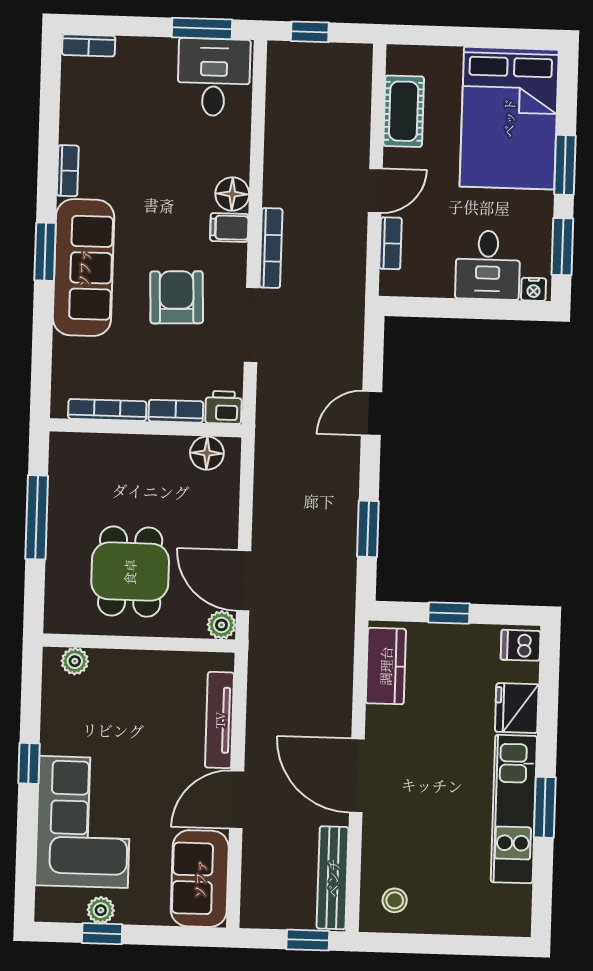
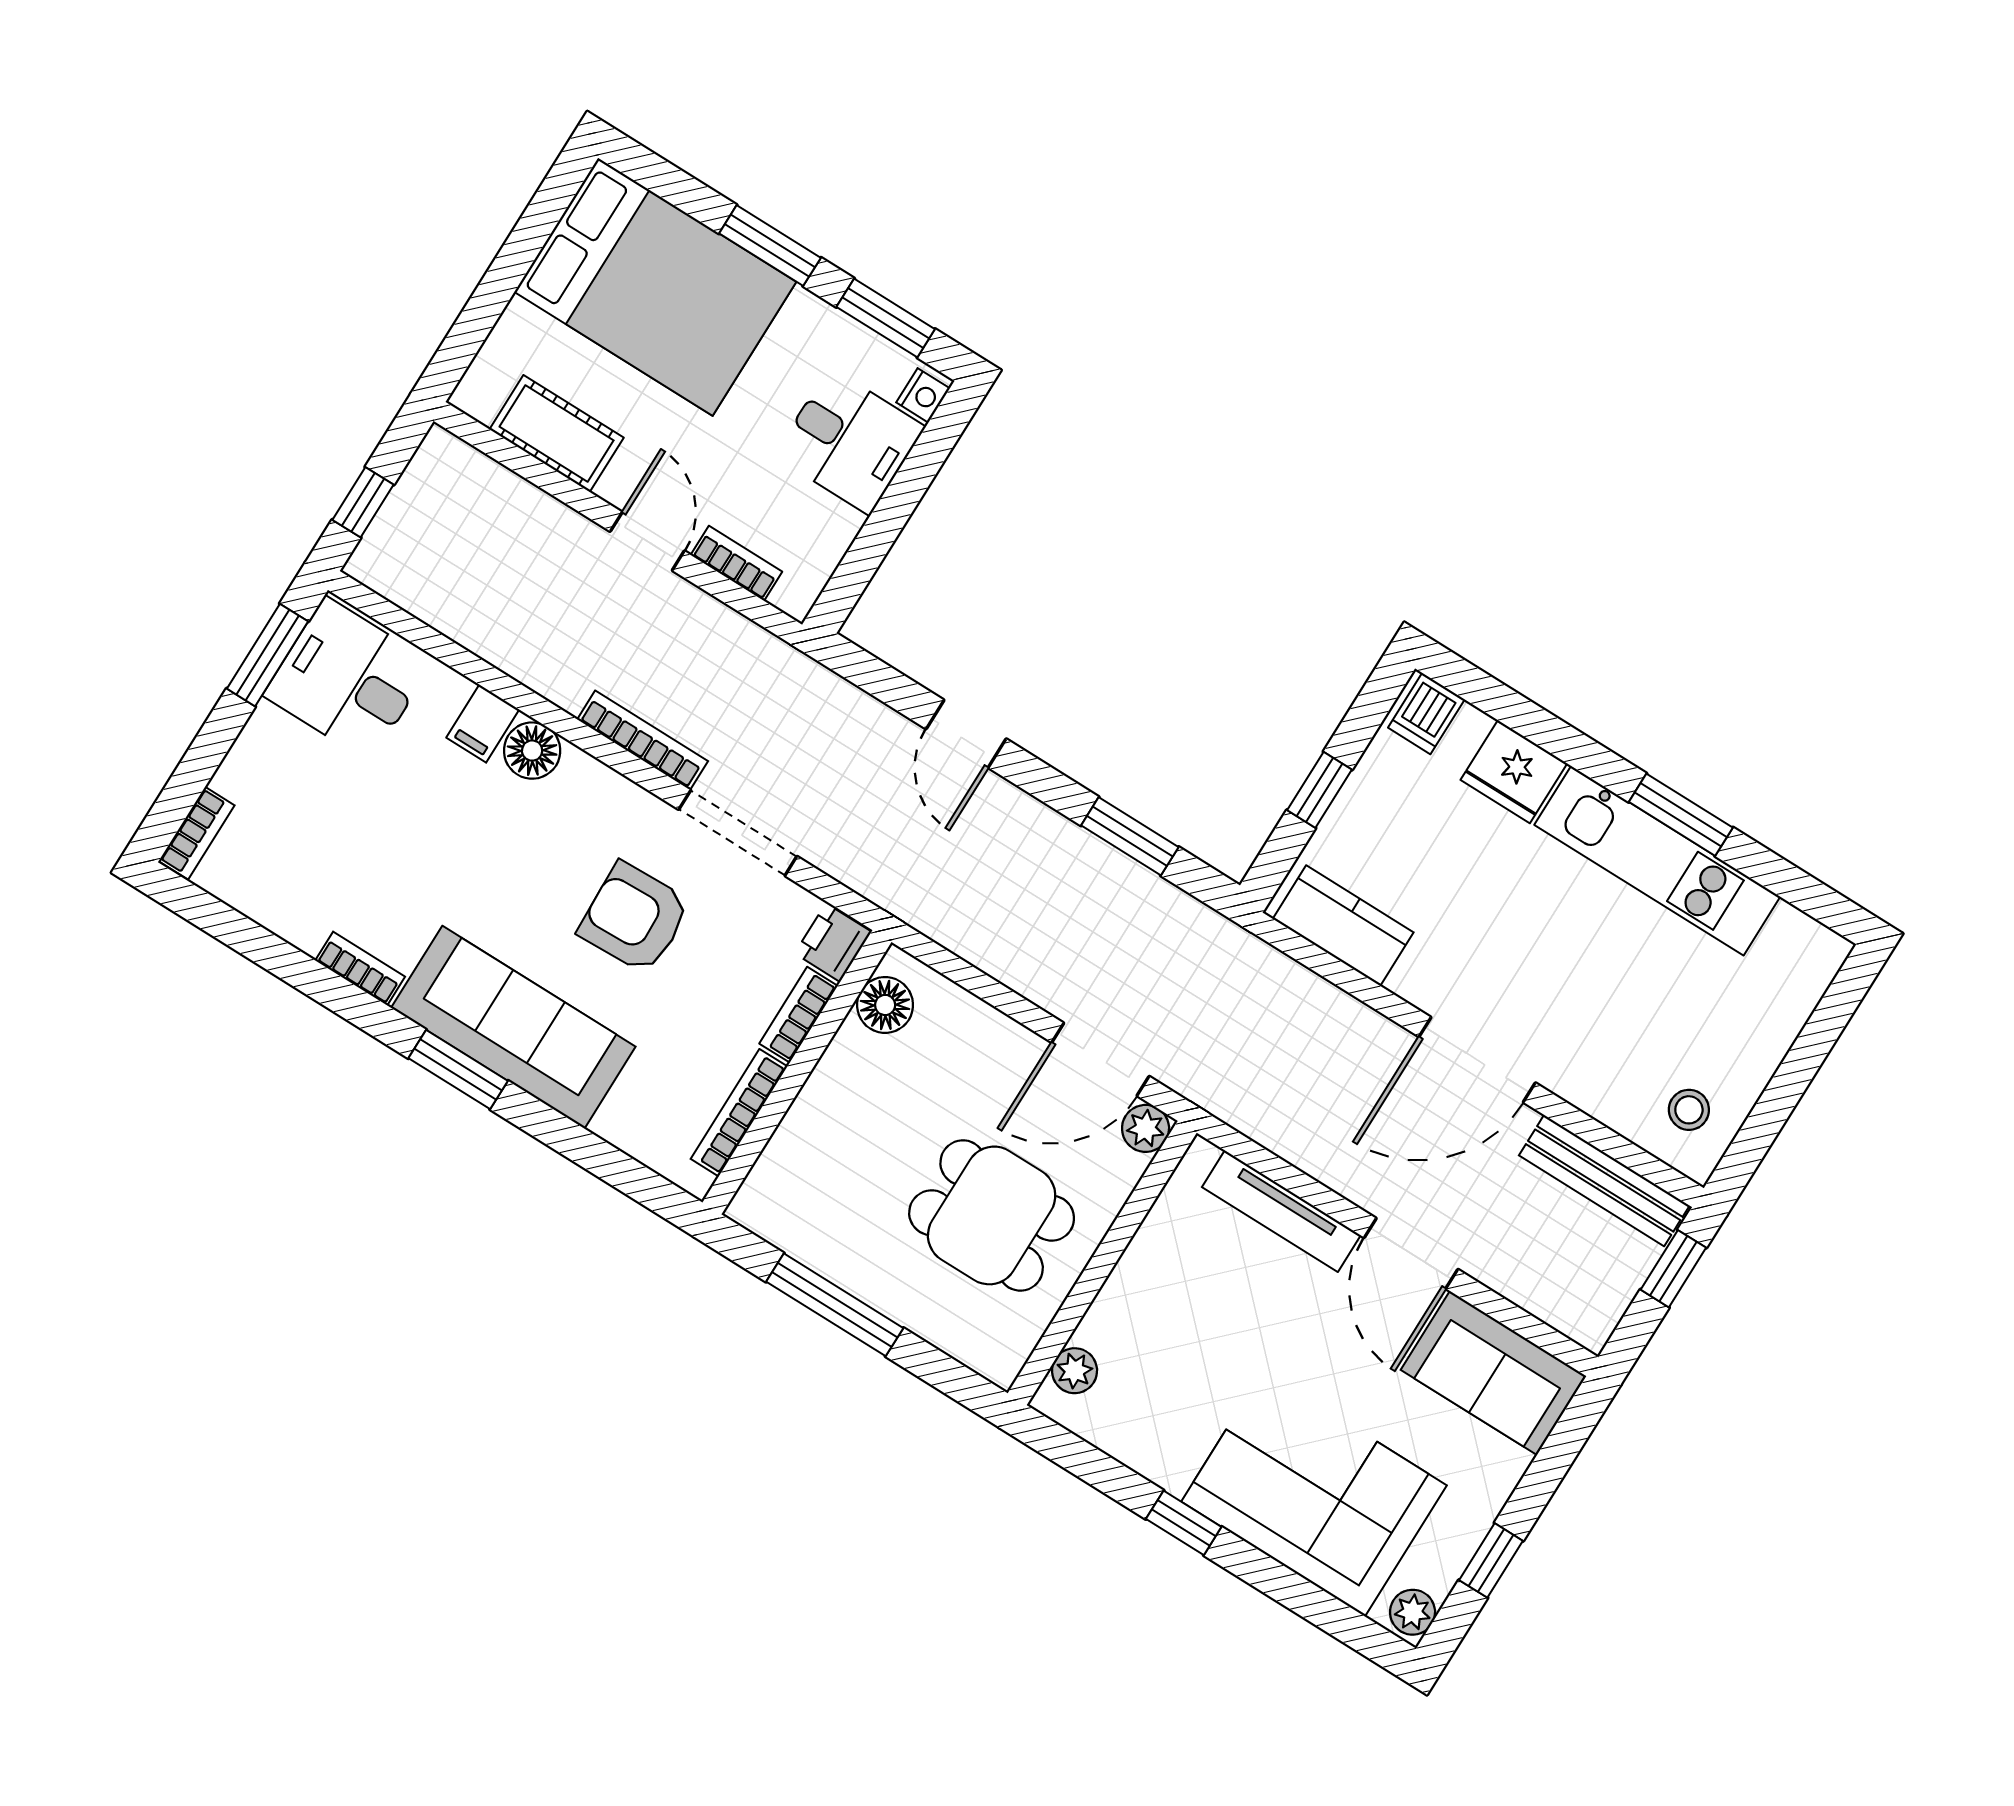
filing cabinet: (229, 227) -> (483, 724), moved
plant: (101, 910) -> (1413, 1612), moved

